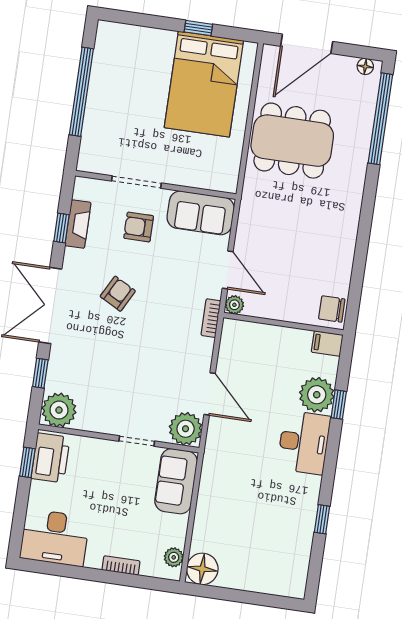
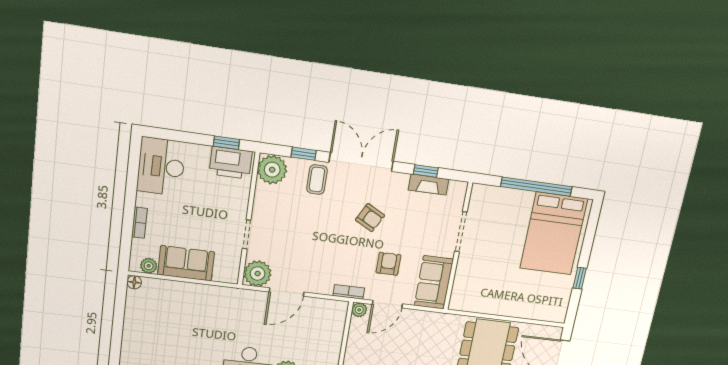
bed: (204, 84) -> (554, 234), moved, turned -90
armchair: (139, 227) -> (388, 264), moved
coffee table: (71, 358) -> (317, 179), added
sofa: (176, 481) -> (186, 263), moved
floor lamp: (202, 569) -> (134, 282), width x0.53, depth x0.53

